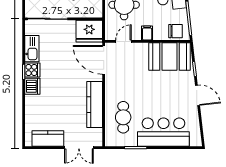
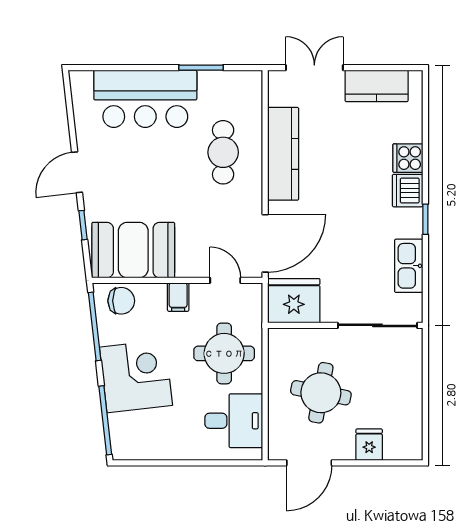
chair: (175, 31) -> (121, 301), turned 180
door: (124, 41) -> (225, 280), swing flipped
door: (104, 60) -> (265, 243), hinge flipped
cooker: (32, 70) -> (408, 158), moved
door: (198, 95) -> (77, 172), hinge flipped
cafe table: (123, 117) -> (223, 152), moved

